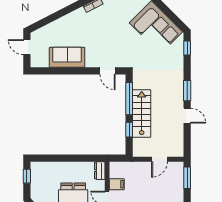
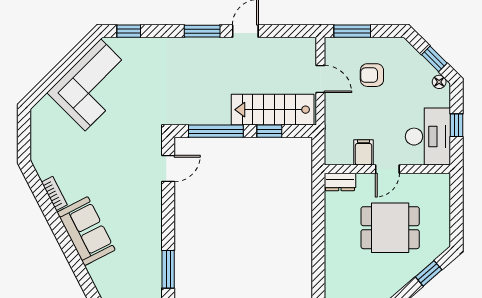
sofa: (67, 57) -> (86, 231), moved, turned 153
window: (49, 71) -> (168, 269), added
stairs: (142, 113) -> (273, 110), moved
armchair: (162, 189) -> (372, 75), added

